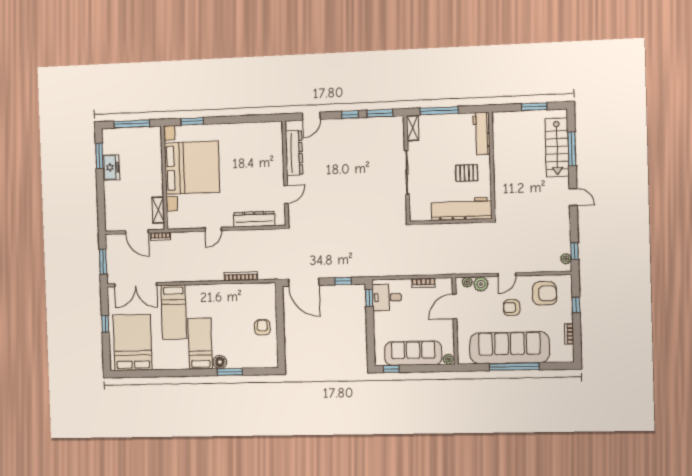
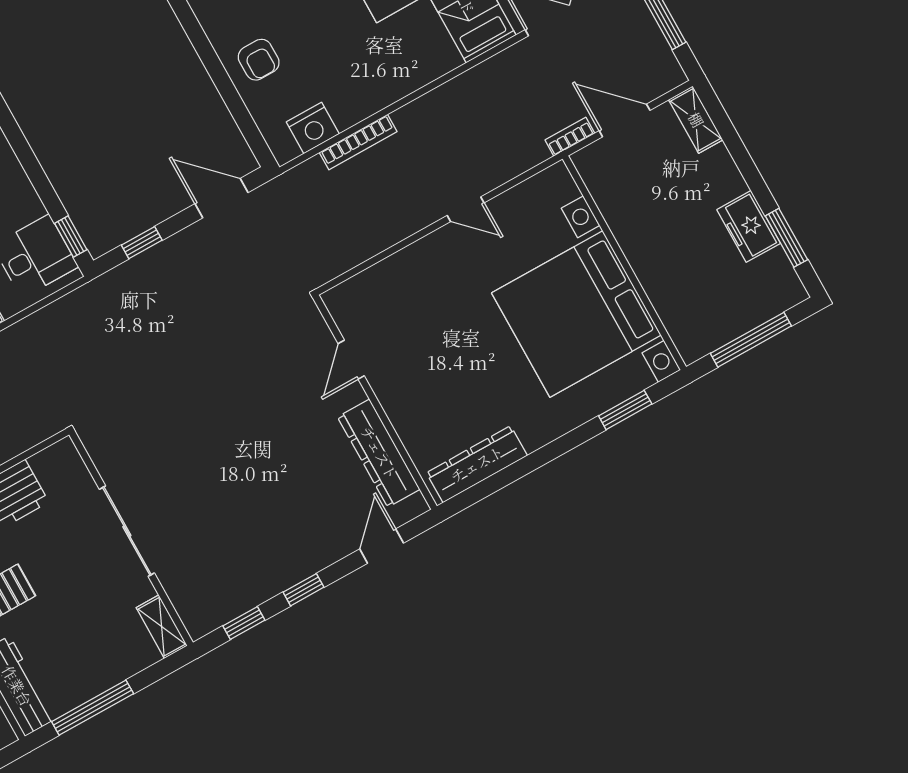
window: (439, 111) -> (93, 708), moved
window: (380, 113) -> (244, 623), width x0.67
shelving: (158, 210) -> (696, 120), moved
dresser: (254, 219) -> (477, 464), moved, turned 180
door: (213, 229) -> (466, 209), swing flipped
door: (304, 282) -> (221, 198), width x0.73
nightstand: (255, 291) -> (313, 128), added

